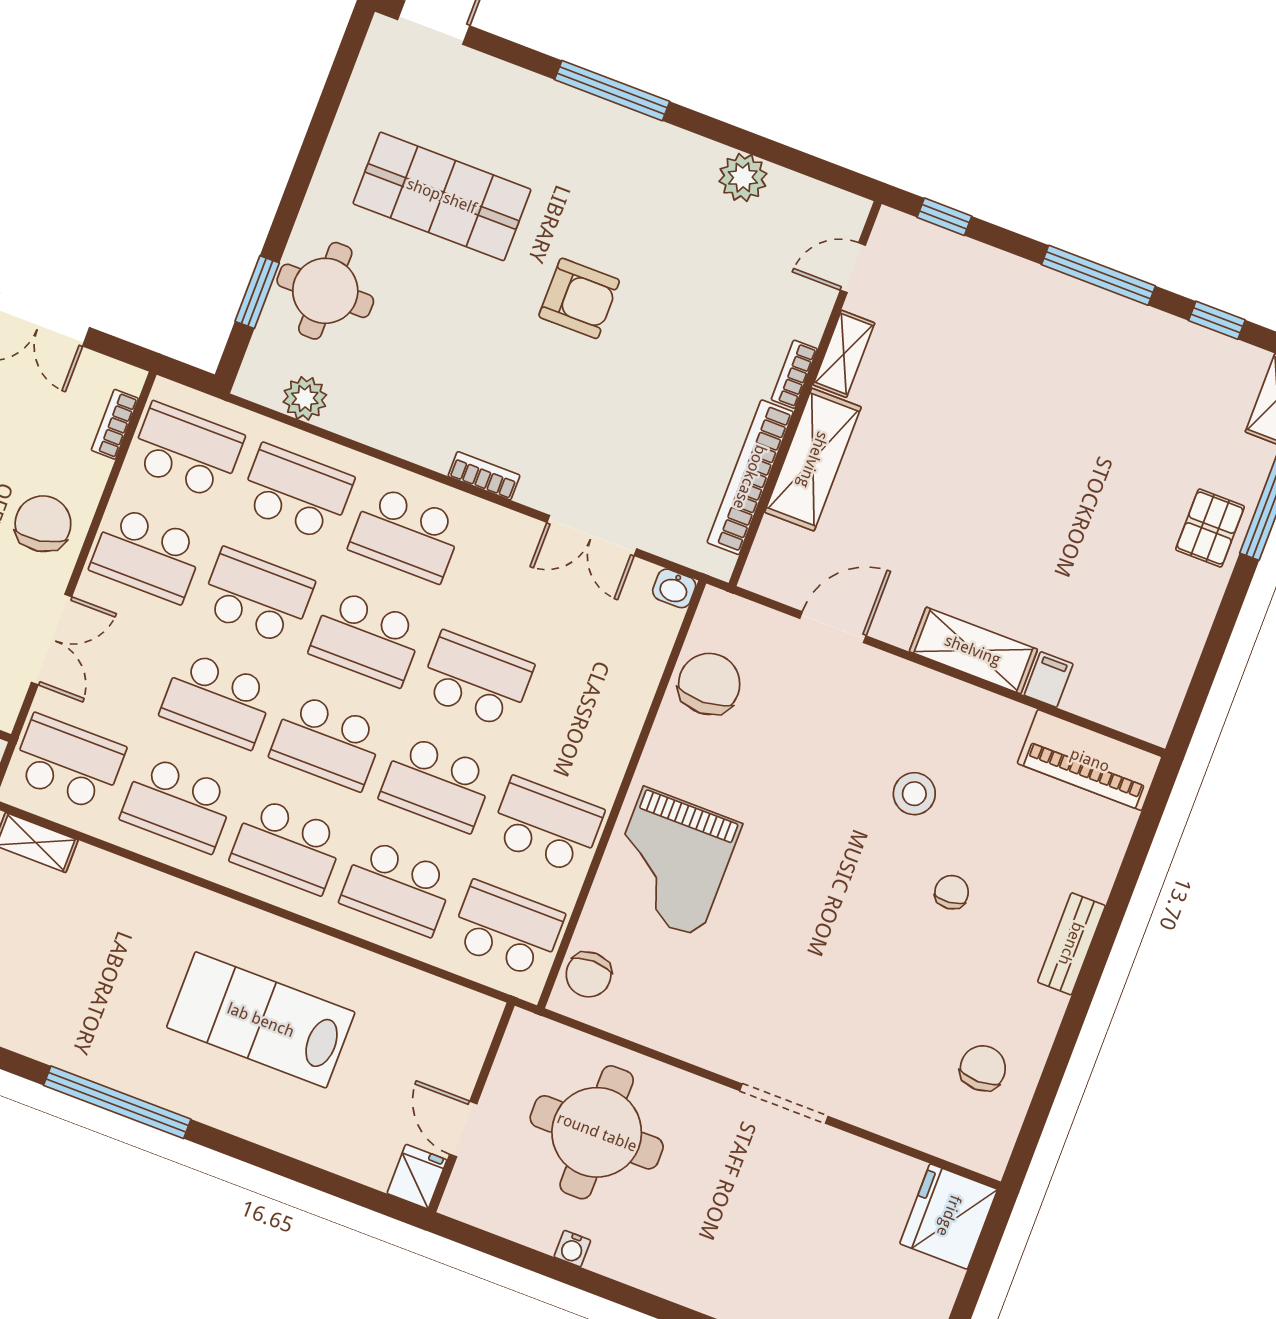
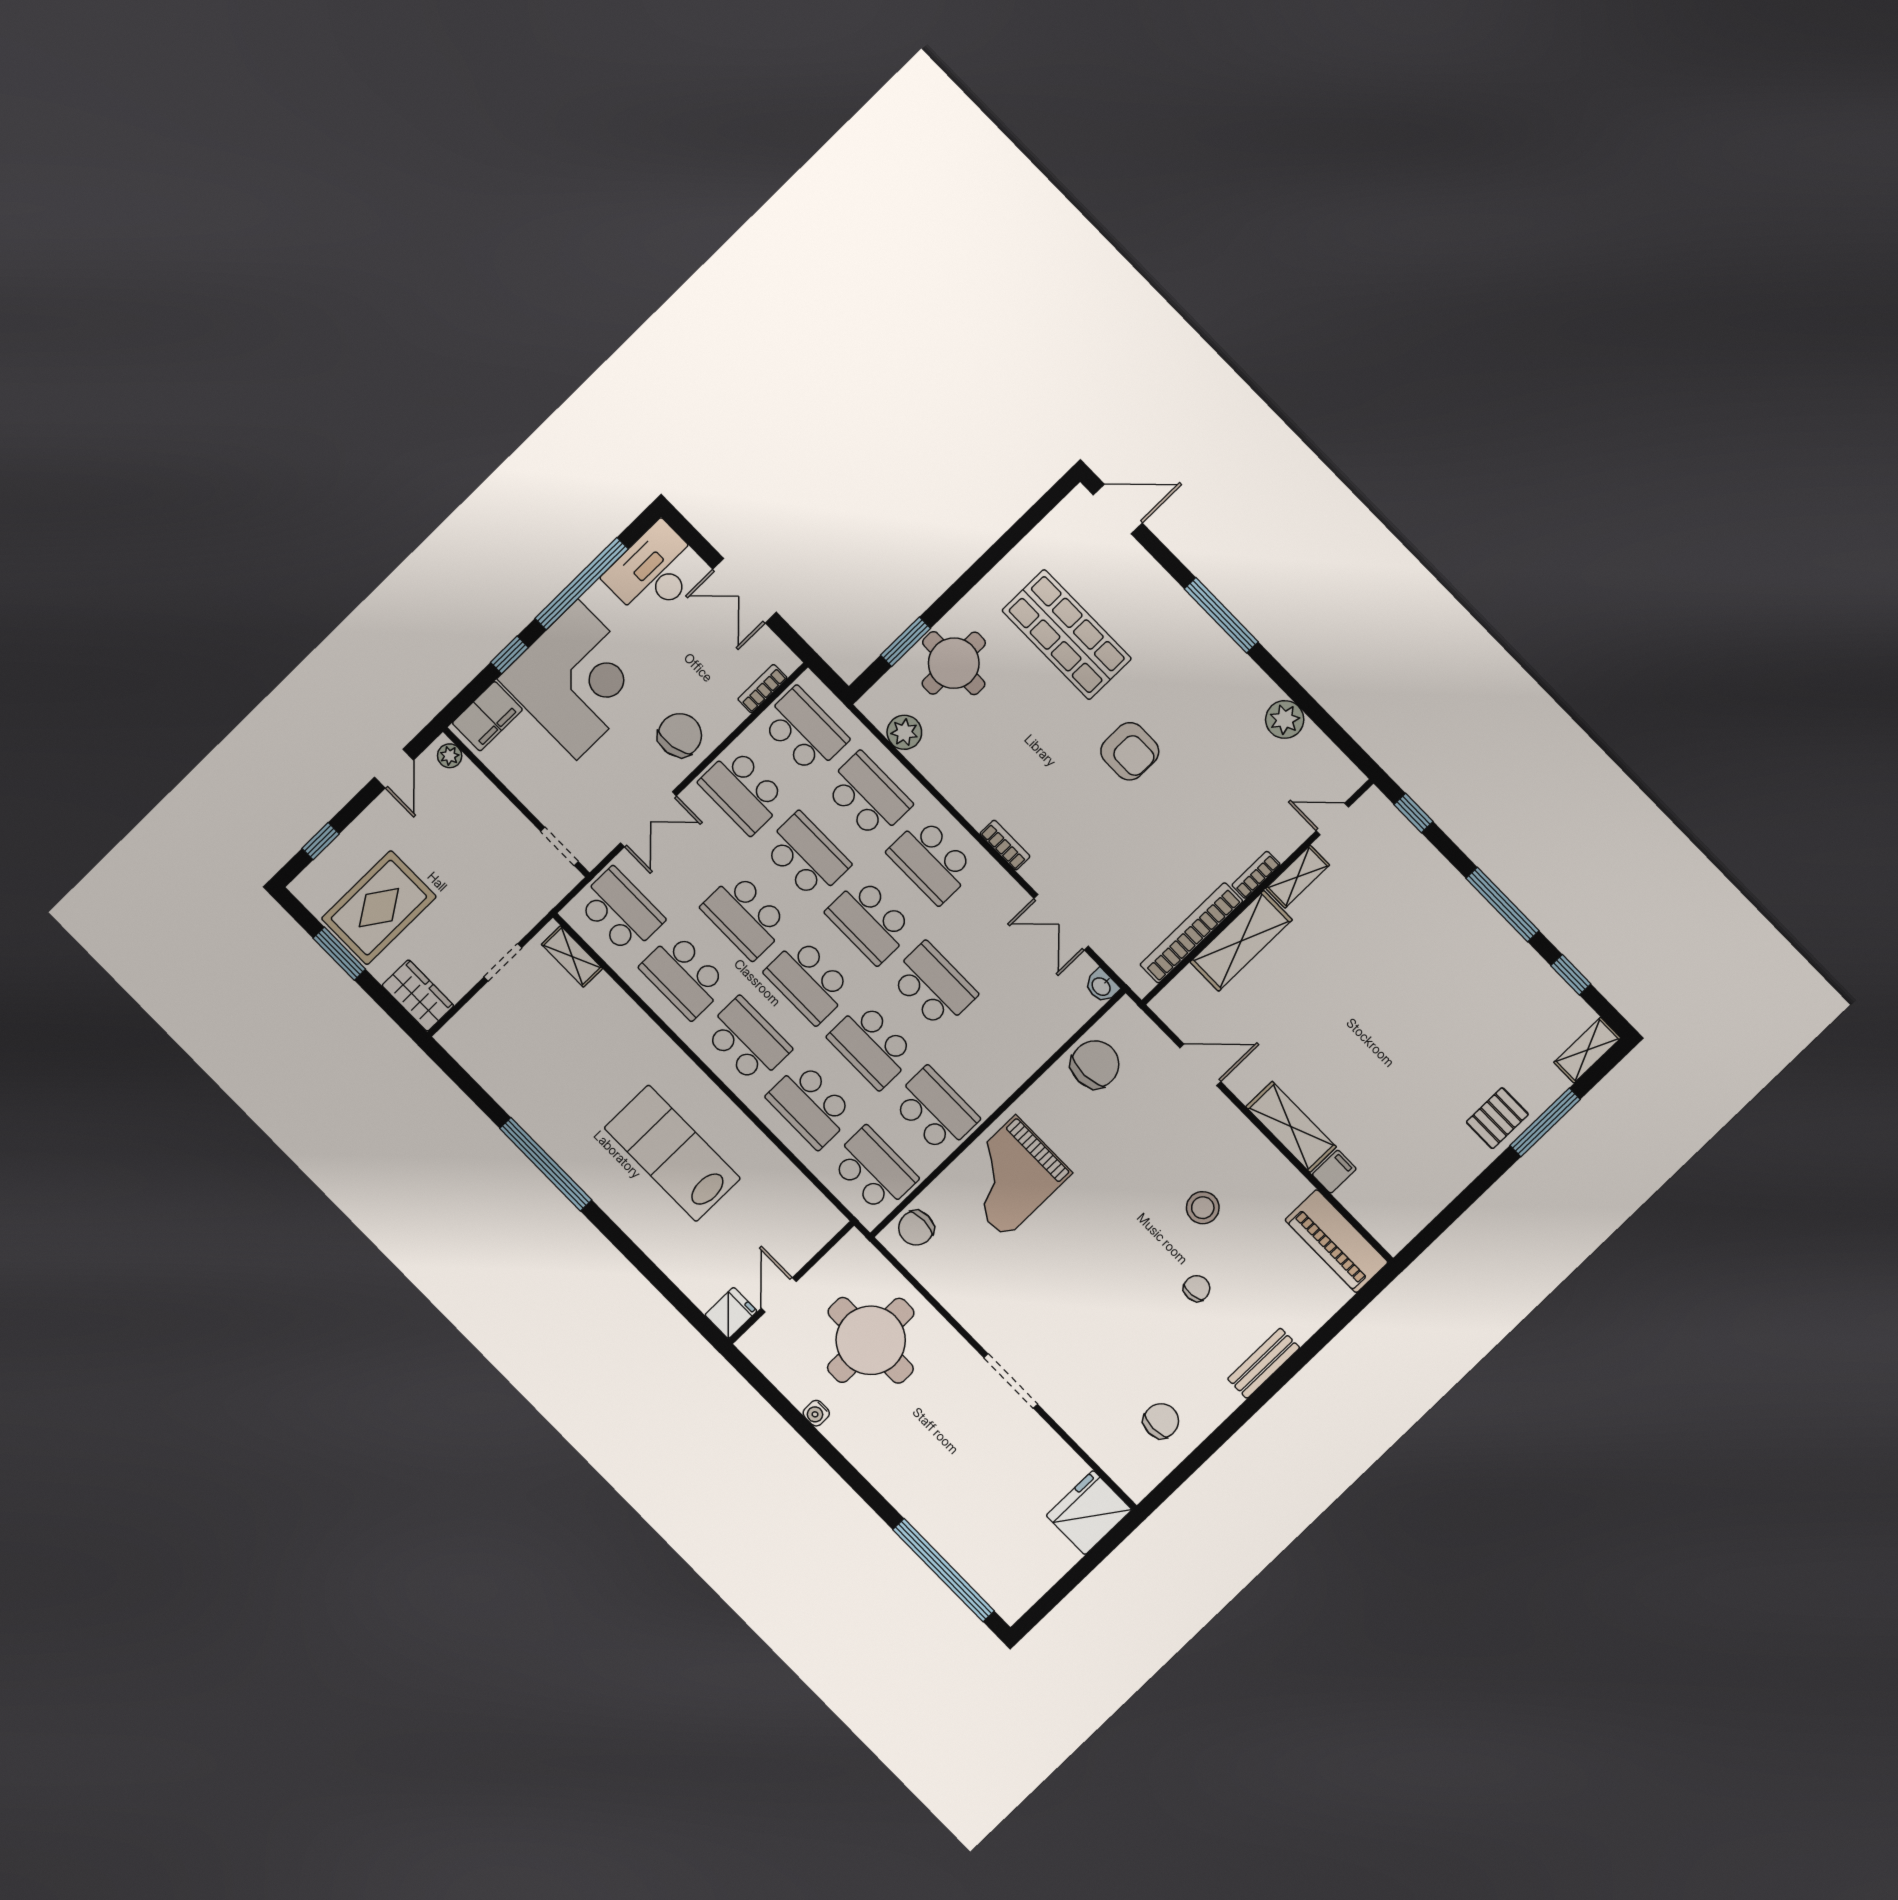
school desk: (288, 846) -> (747, 1041), turned 180

